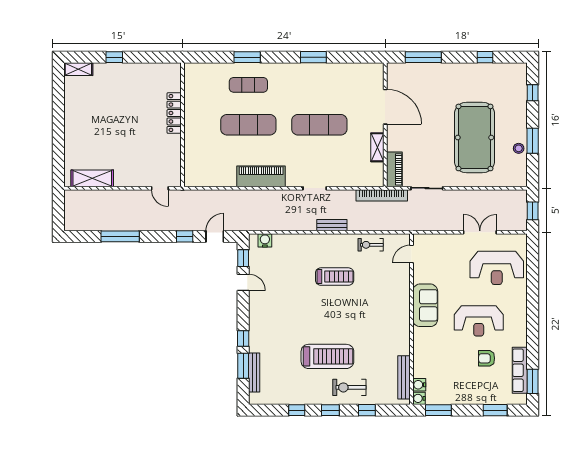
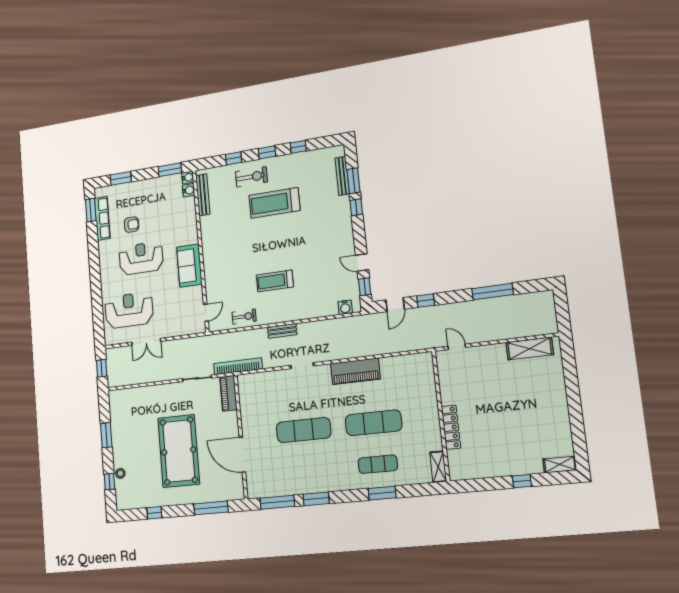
window: (353, 57) -> (277, 502), added
pool table: (474, 137) -> (179, 451), moved
shelving: (377, 147) -> (438, 467), moved
stool: (519, 148) -> (120, 473), moved

